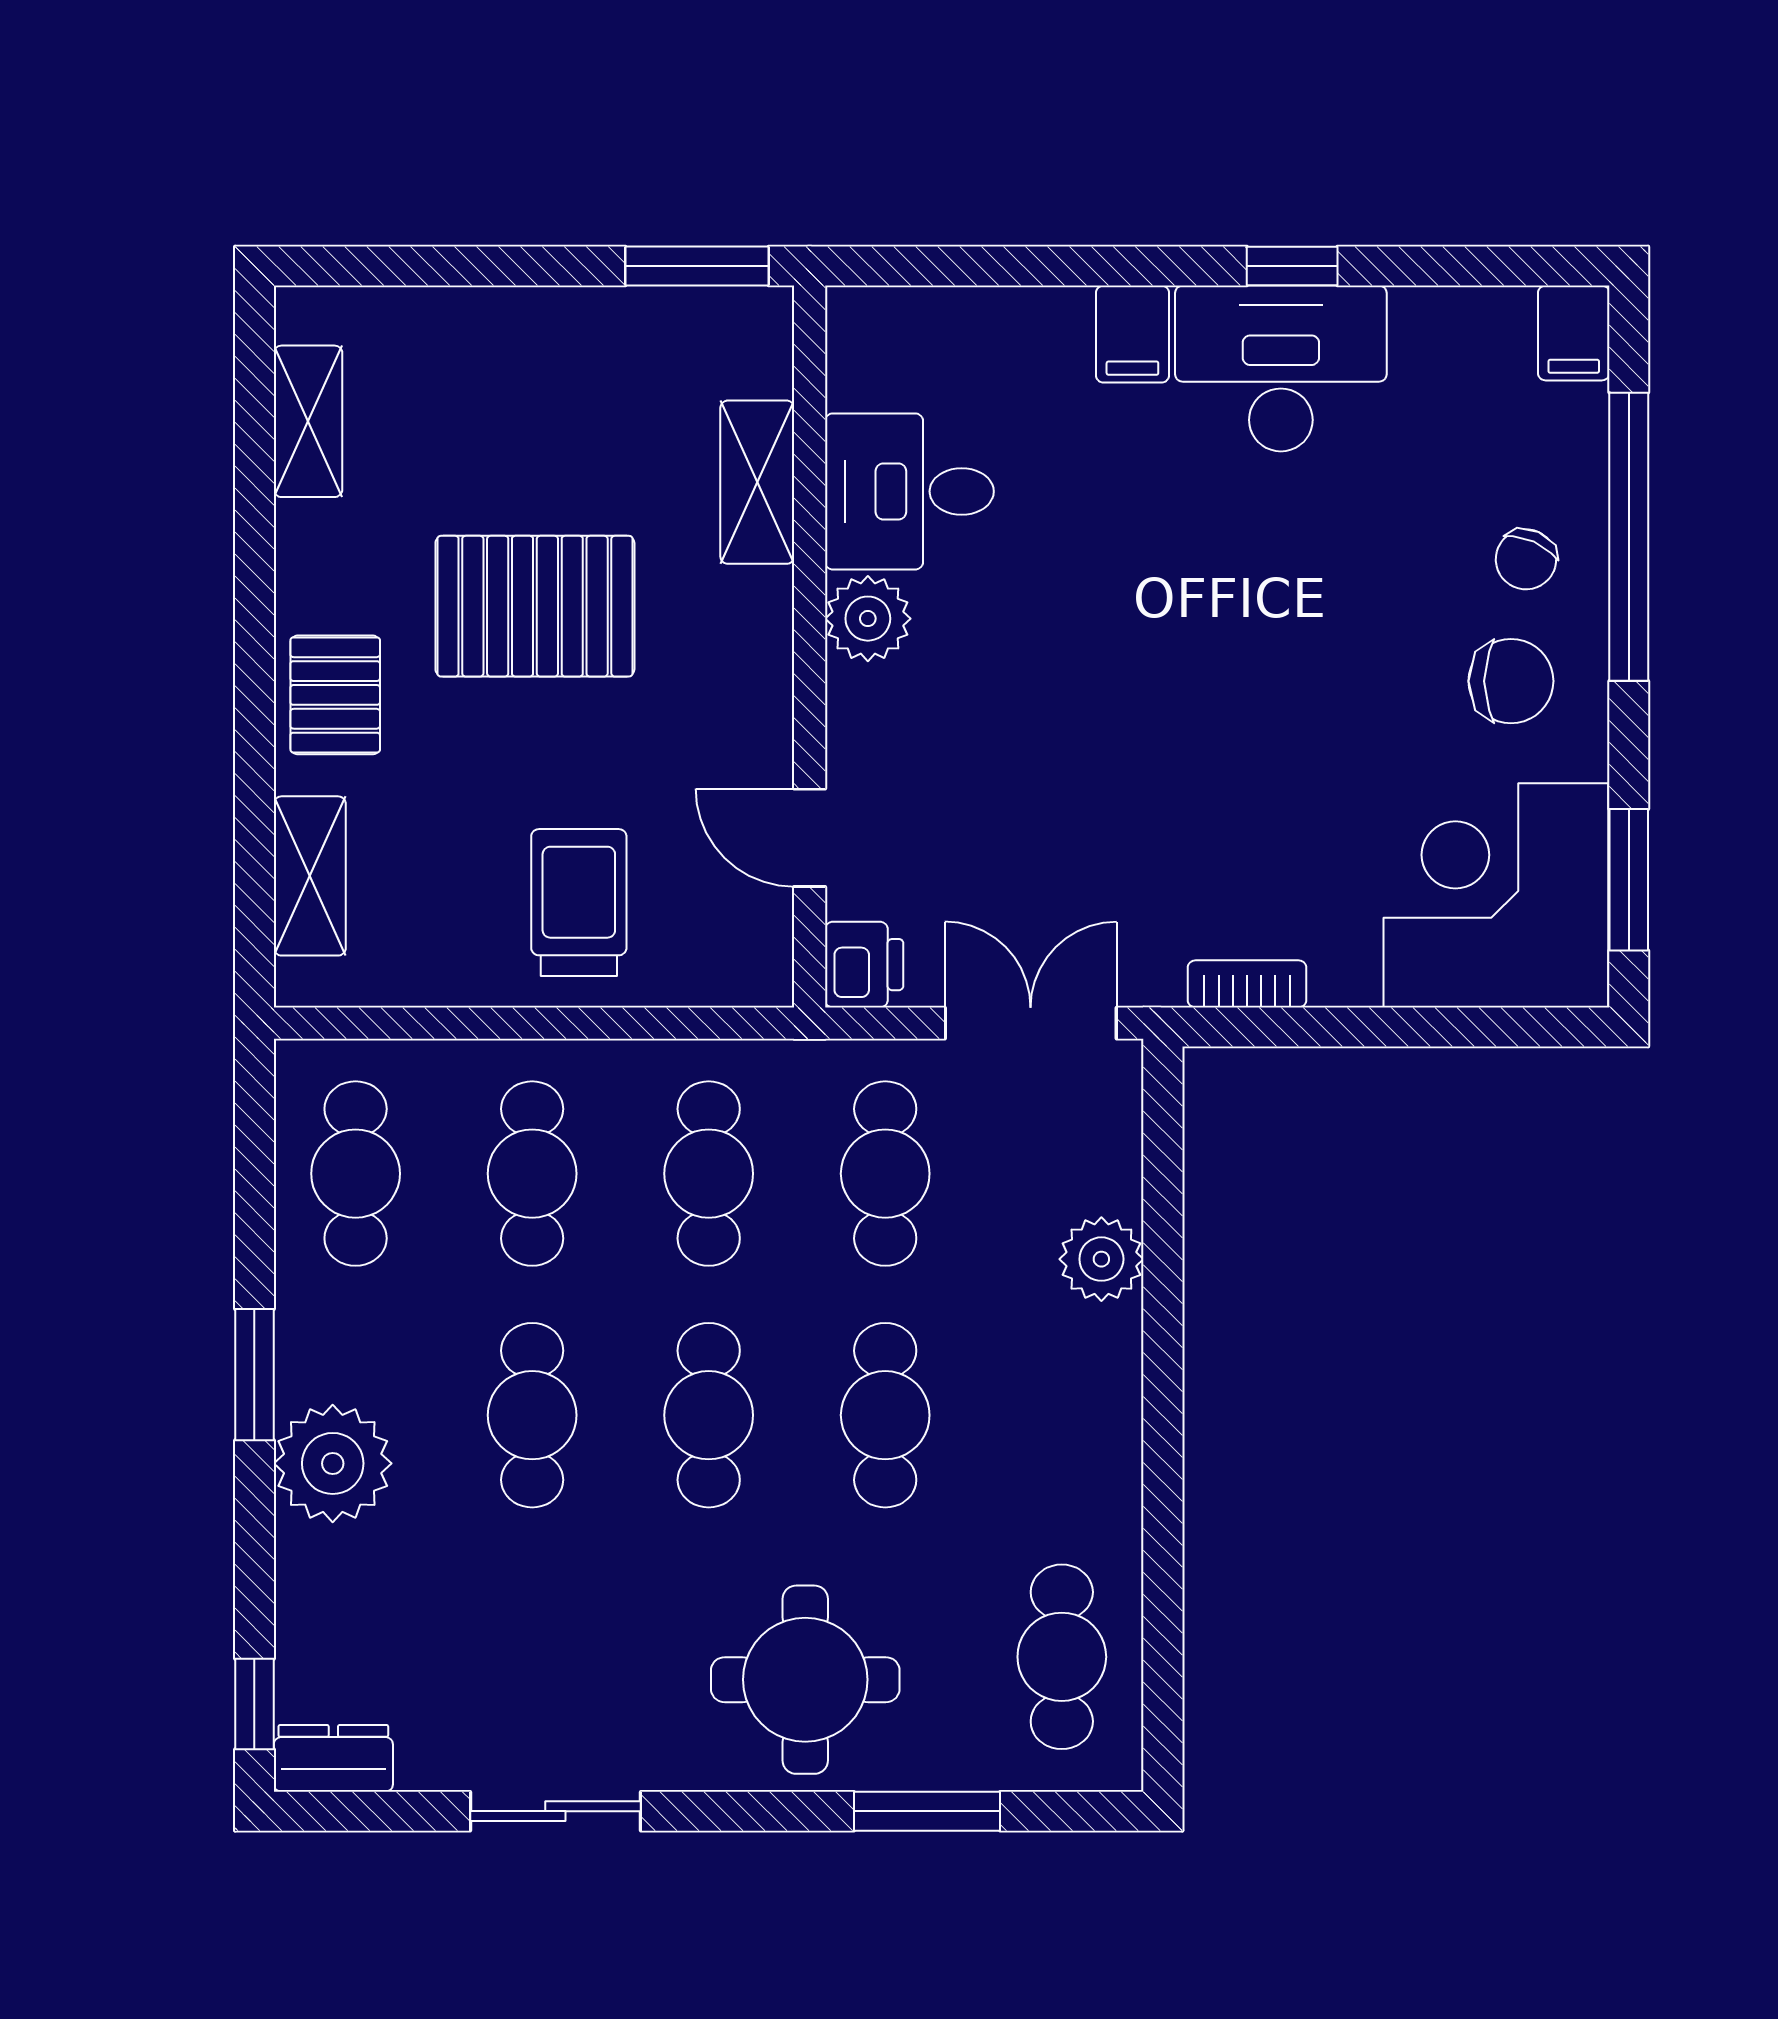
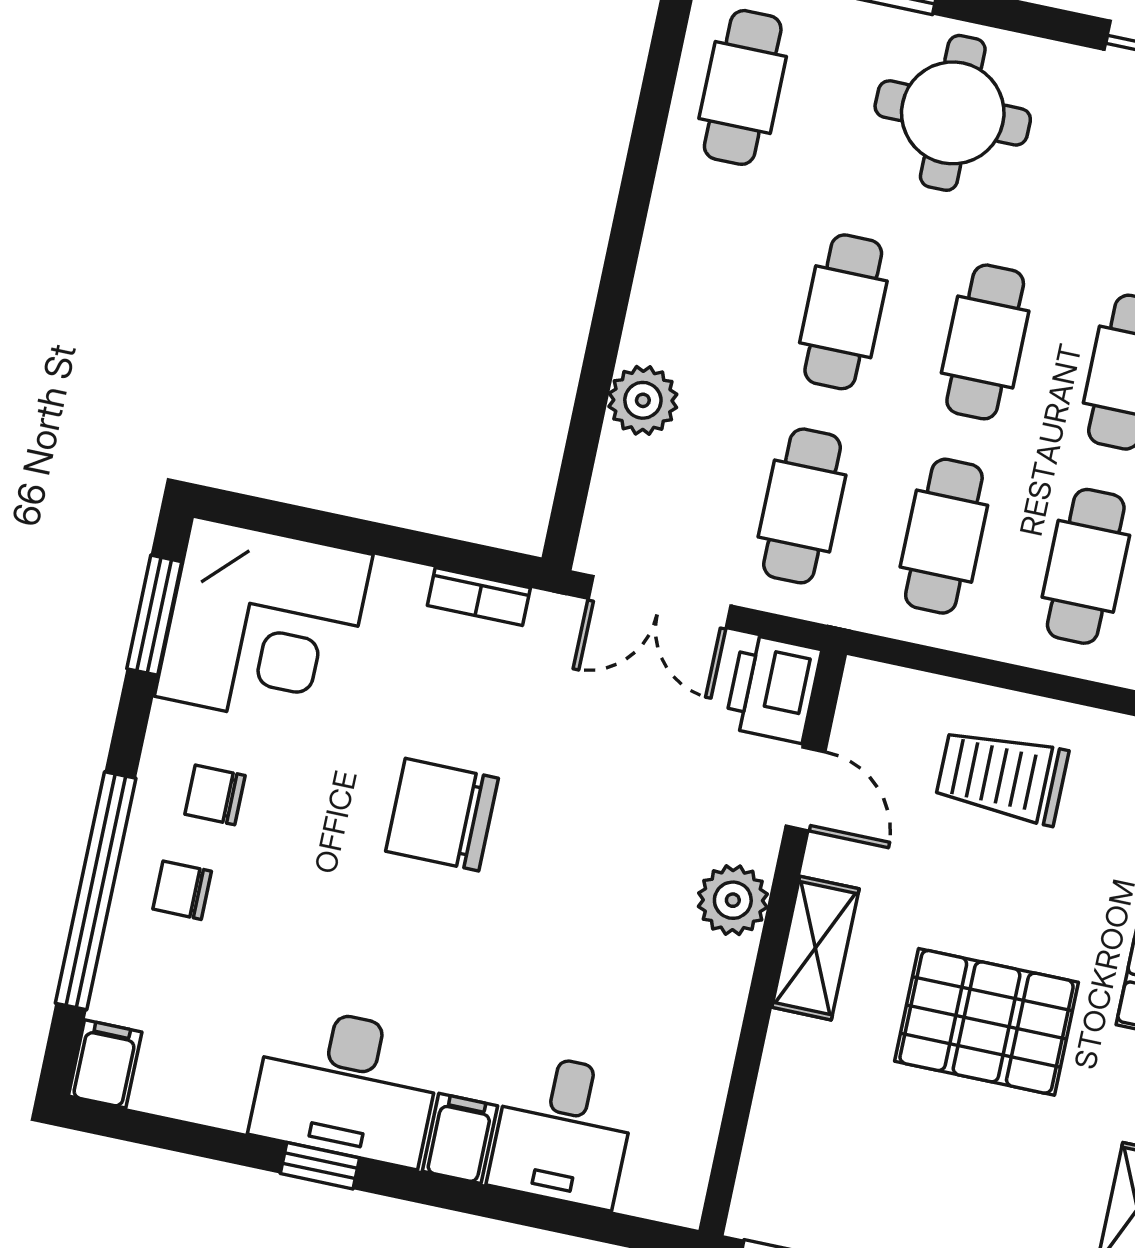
shelving: (757, 482) -> (816, 948), moved
desk: (909, 491) -> (563, 1130), moved, turned 90
chair: (1526, 559) -> (182, 890), turned -114
plant: (868, 619) -> (733, 900), moved
chair: (1511, 681) -> (215, 795), width x0.73, depth x0.73
chair: (1236, 715) -> (442, 815), added
trolley: (579, 902) -> (1002, 776), turned 90
printer: (864, 965) -> (773, 688), width x1.36, depth x1.24

